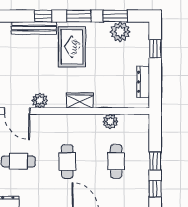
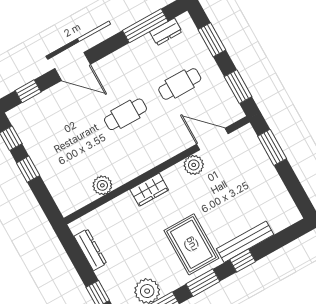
cafe table: (67, 161) -> (125, 114), turned 90
cafe table: (116, 161) -> (71, 145), removed

